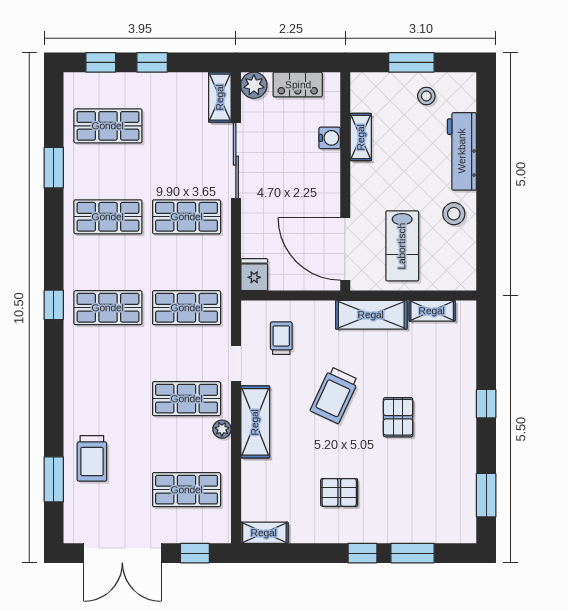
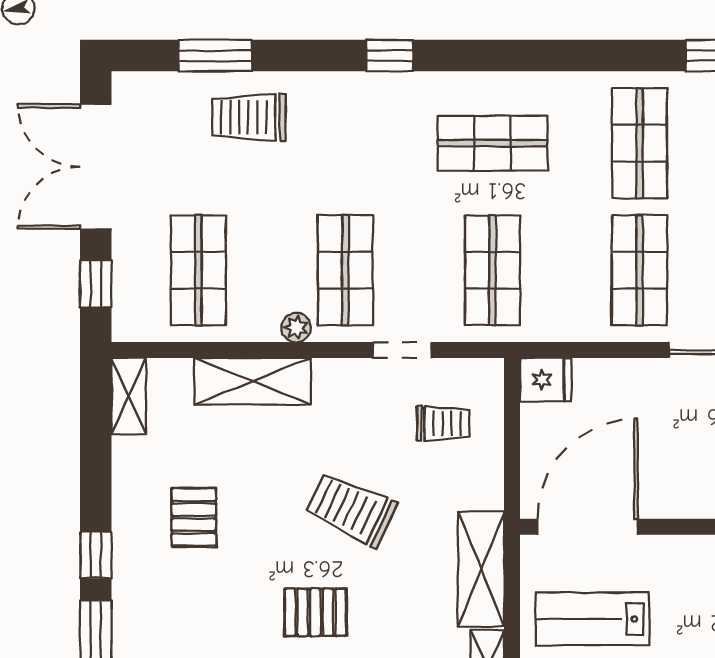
window: (54, 305) -> (390, 56), moved
shop shelf: (108, 308) -> (492, 143), turned 90
shelving: (255, 422) -> (253, 381), moved

